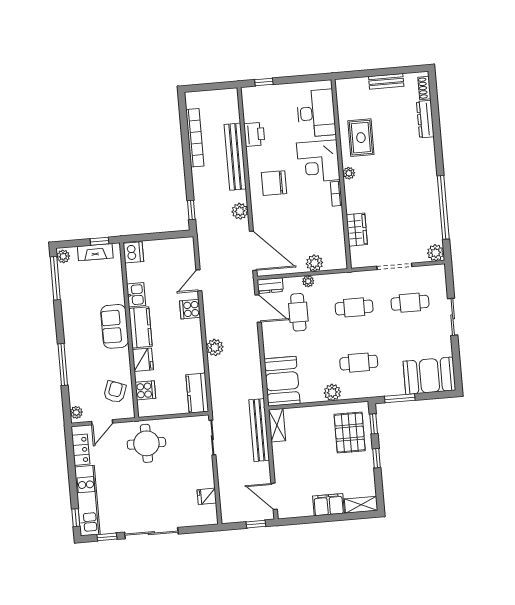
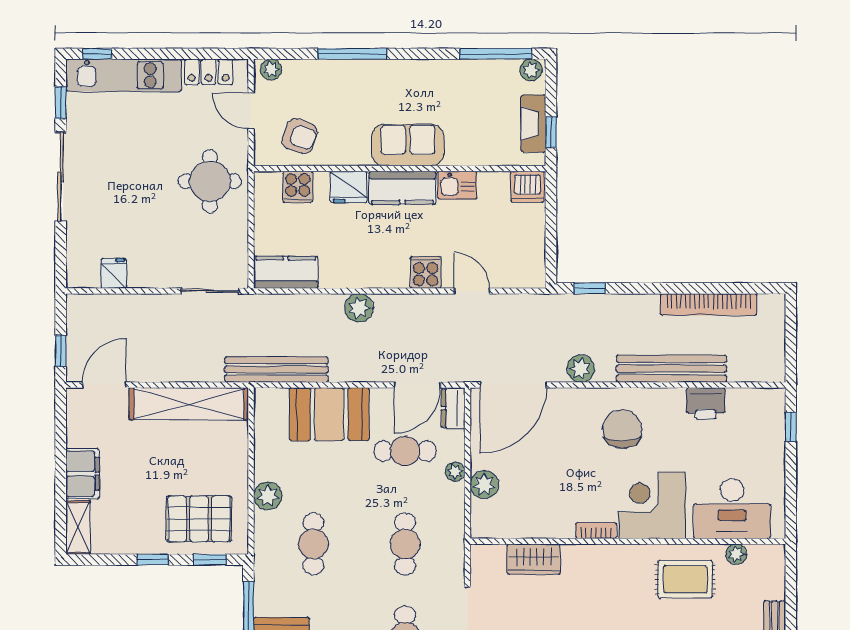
plant: (349, 173) -> (736, 554), moved
booth: (282, 381) -> (329, 414), moved
shelving: (277, 425) -> (189, 404), width x2.20, depth x1.33
bench: (259, 430) -> (276, 369), moved

